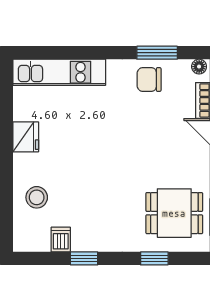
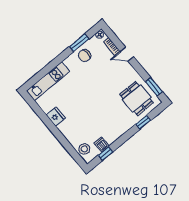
stool: (37, 197) -> (84, 149), moved
dining table: (174, 213) -> (137, 99), turned 90
window: (84, 258) -> (105, 154), moved

